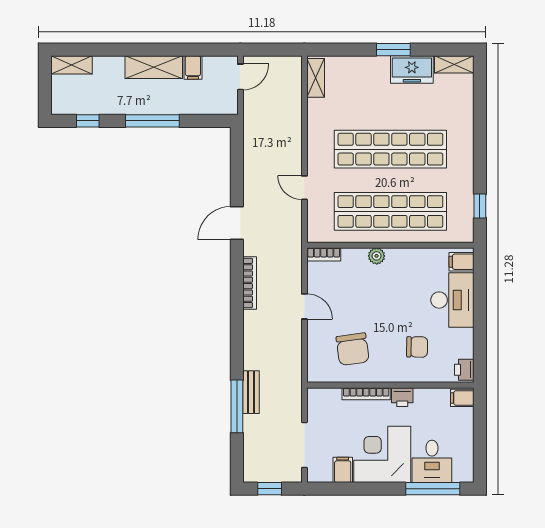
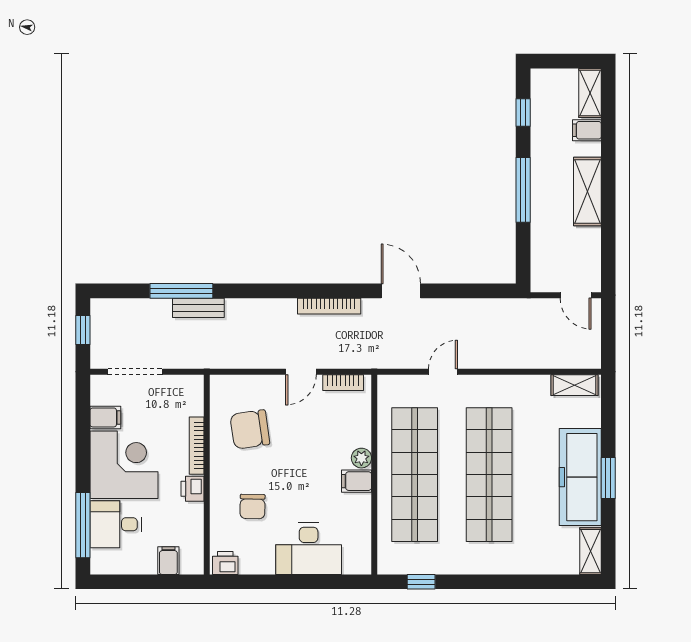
filing cabinet: (193, 67) -> (587, 130), moved
freezer: (412, 69) -> (580, 477), width x1.91, depth x1.26
bookcase: (324, 254) -> (343, 383), moved, turned -90
filing cabinet: (462, 262) -> (356, 481), moved, turned -90
filing cabinet: (462, 398) -> (168, 561), moved

